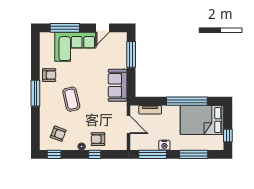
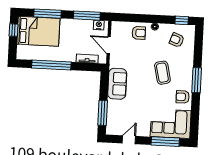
corner sofa: (75, 47) -> (171, 124), moved
bed: (202, 120) -> (38, 31), moved
nightstand: (164, 145) -> (99, 25), moved
window: (95, 154) -> (143, 18), removed

